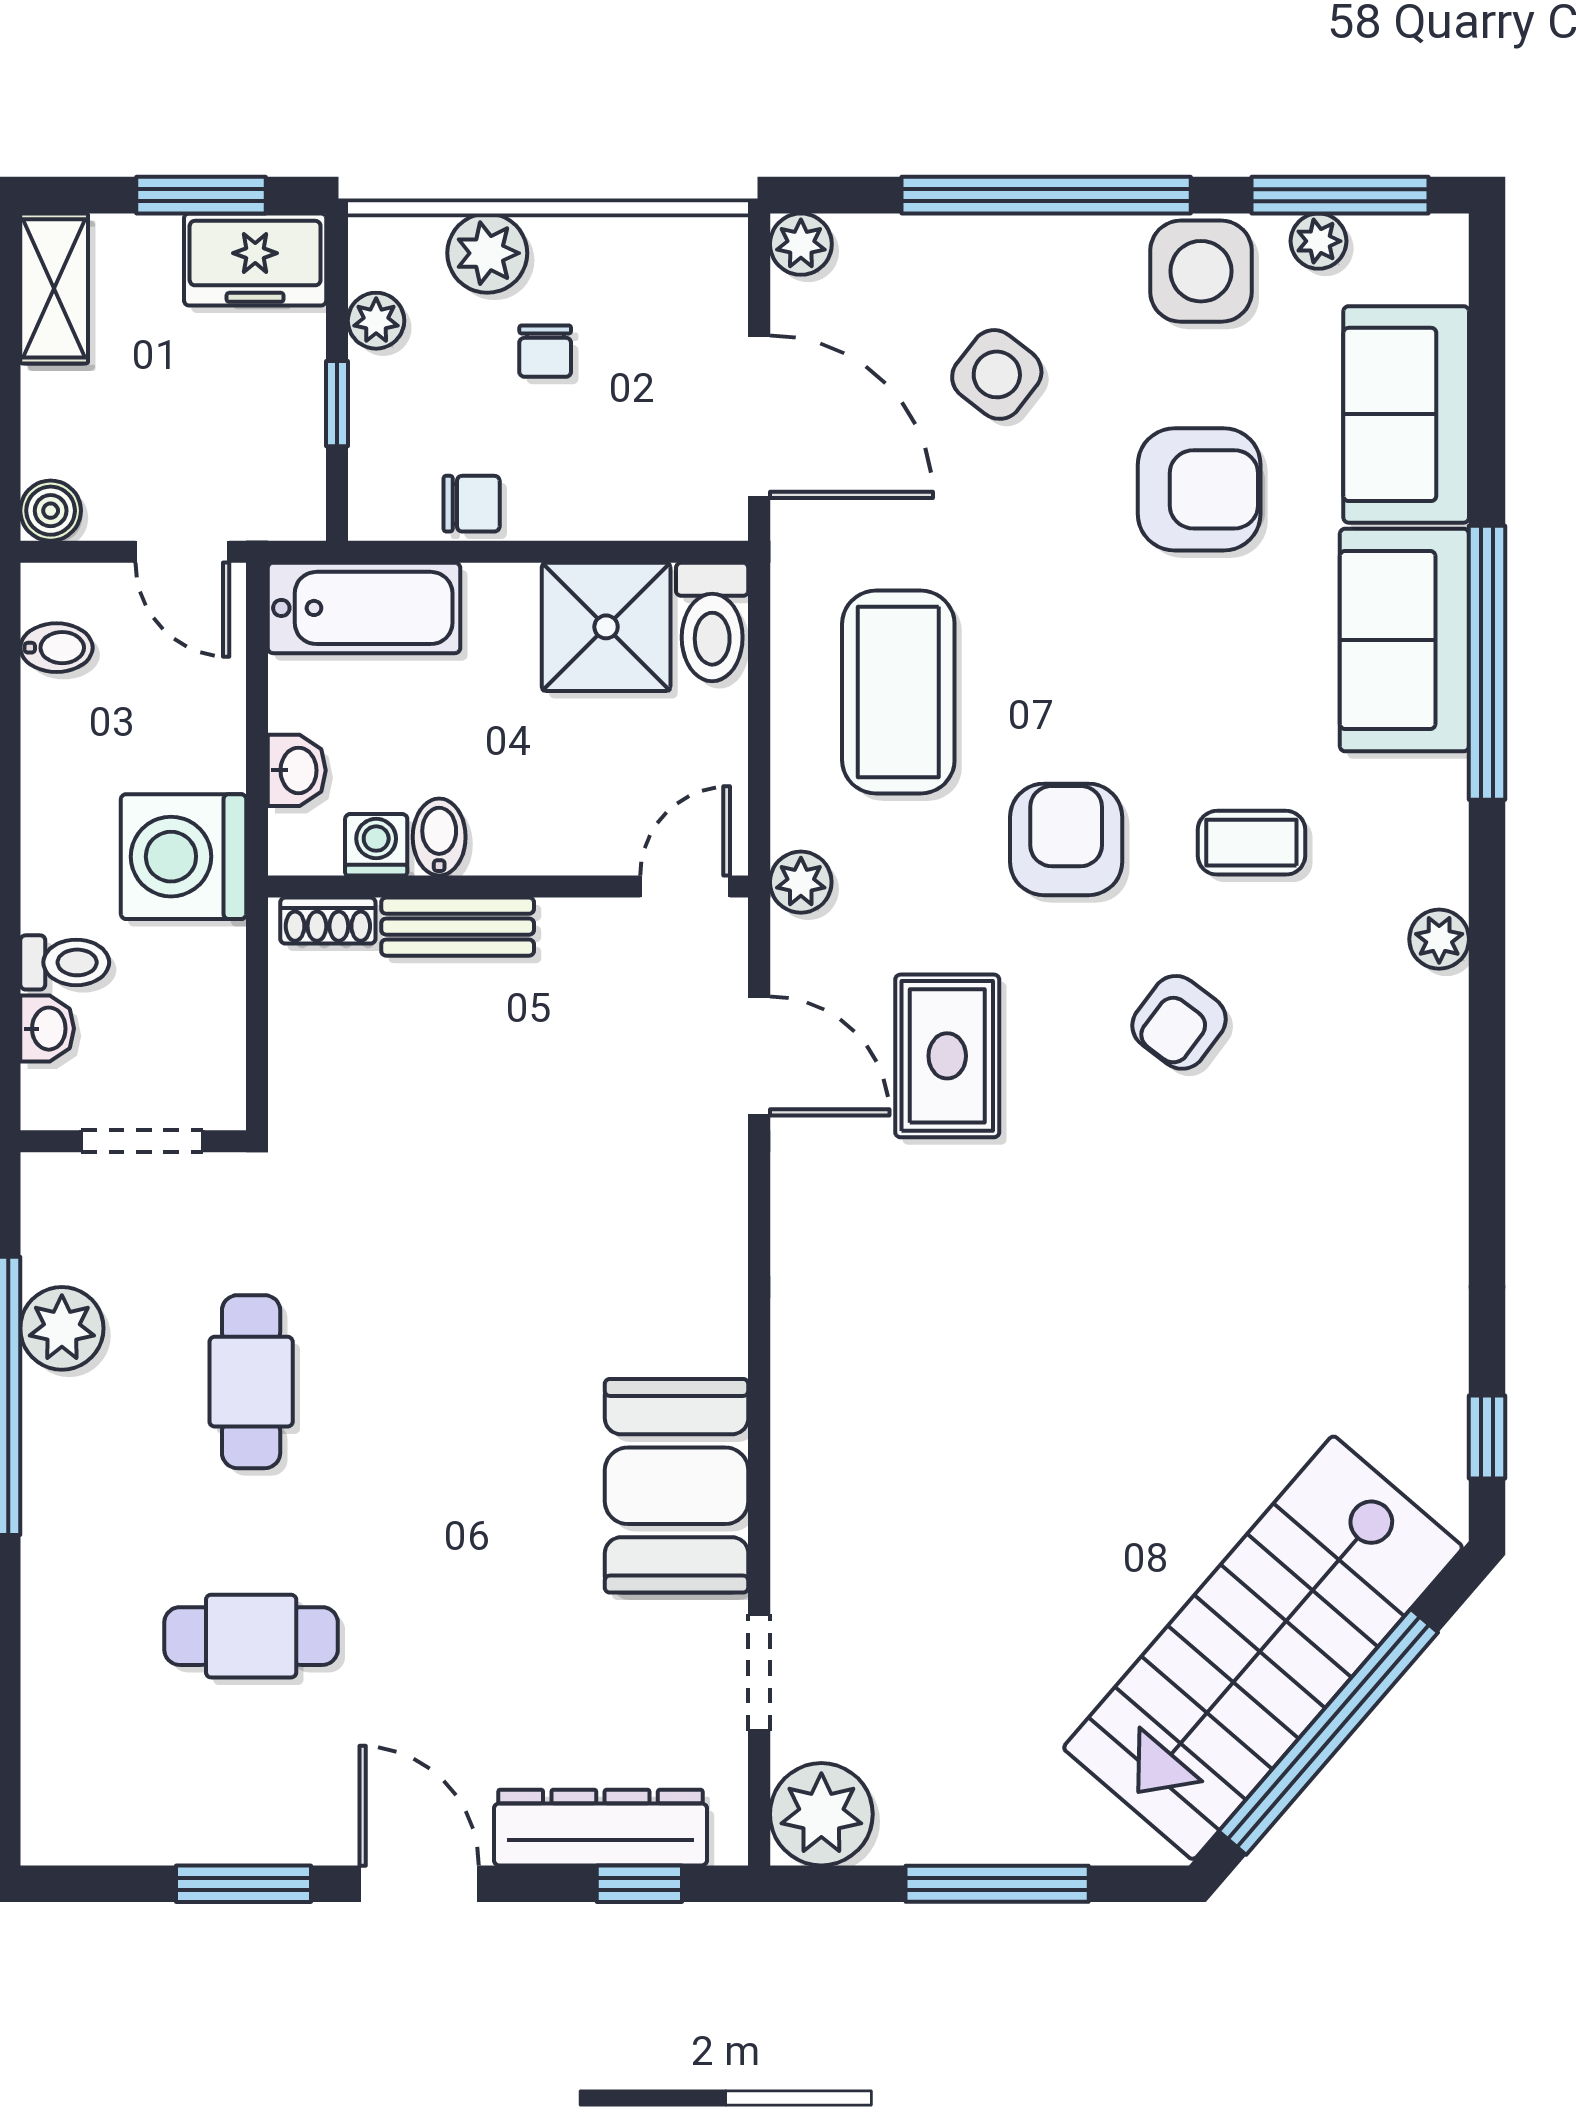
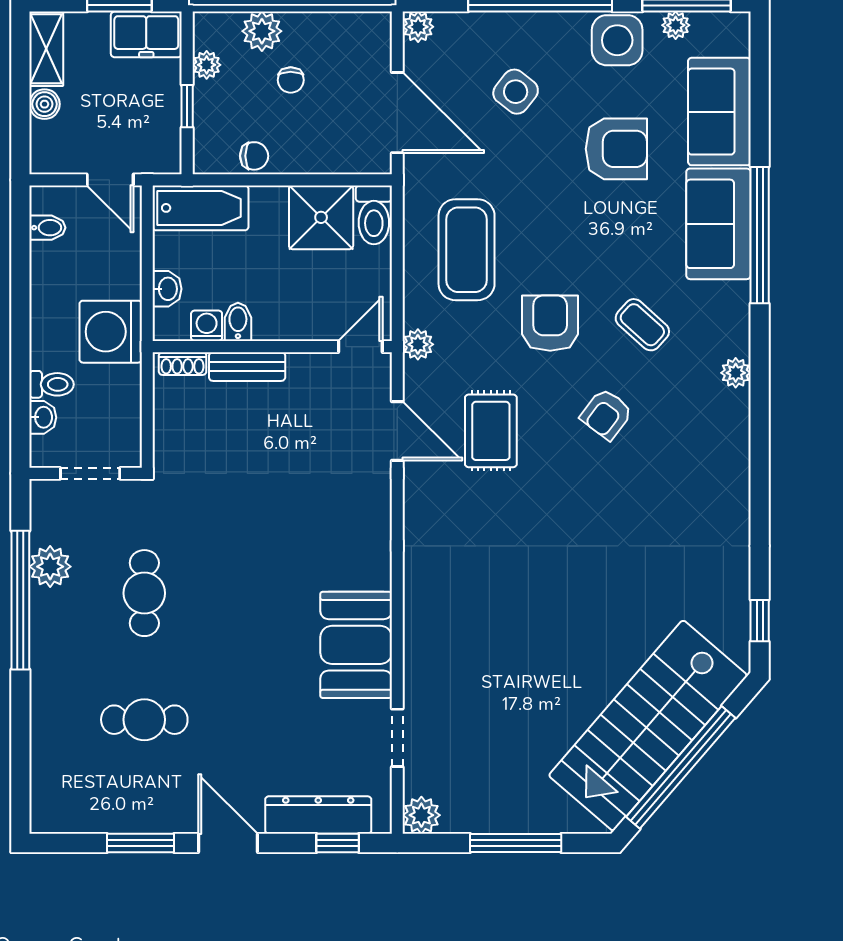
boiler: (51, 511) -> (45, 104), moved
coffee table: (1251, 843) -> (642, 325), turned 42
plant: (821, 1814) -> (421, 815), width x0.73, depth x0.73

